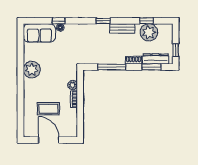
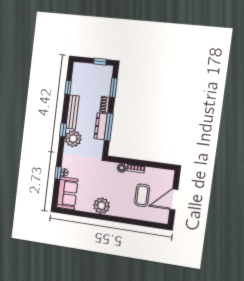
bench: (122, 28) -> (72, 112), width x1.36
plant: (149, 32) -> (73, 139), moved
dresser: (156, 59) -> (101, 126), moved

